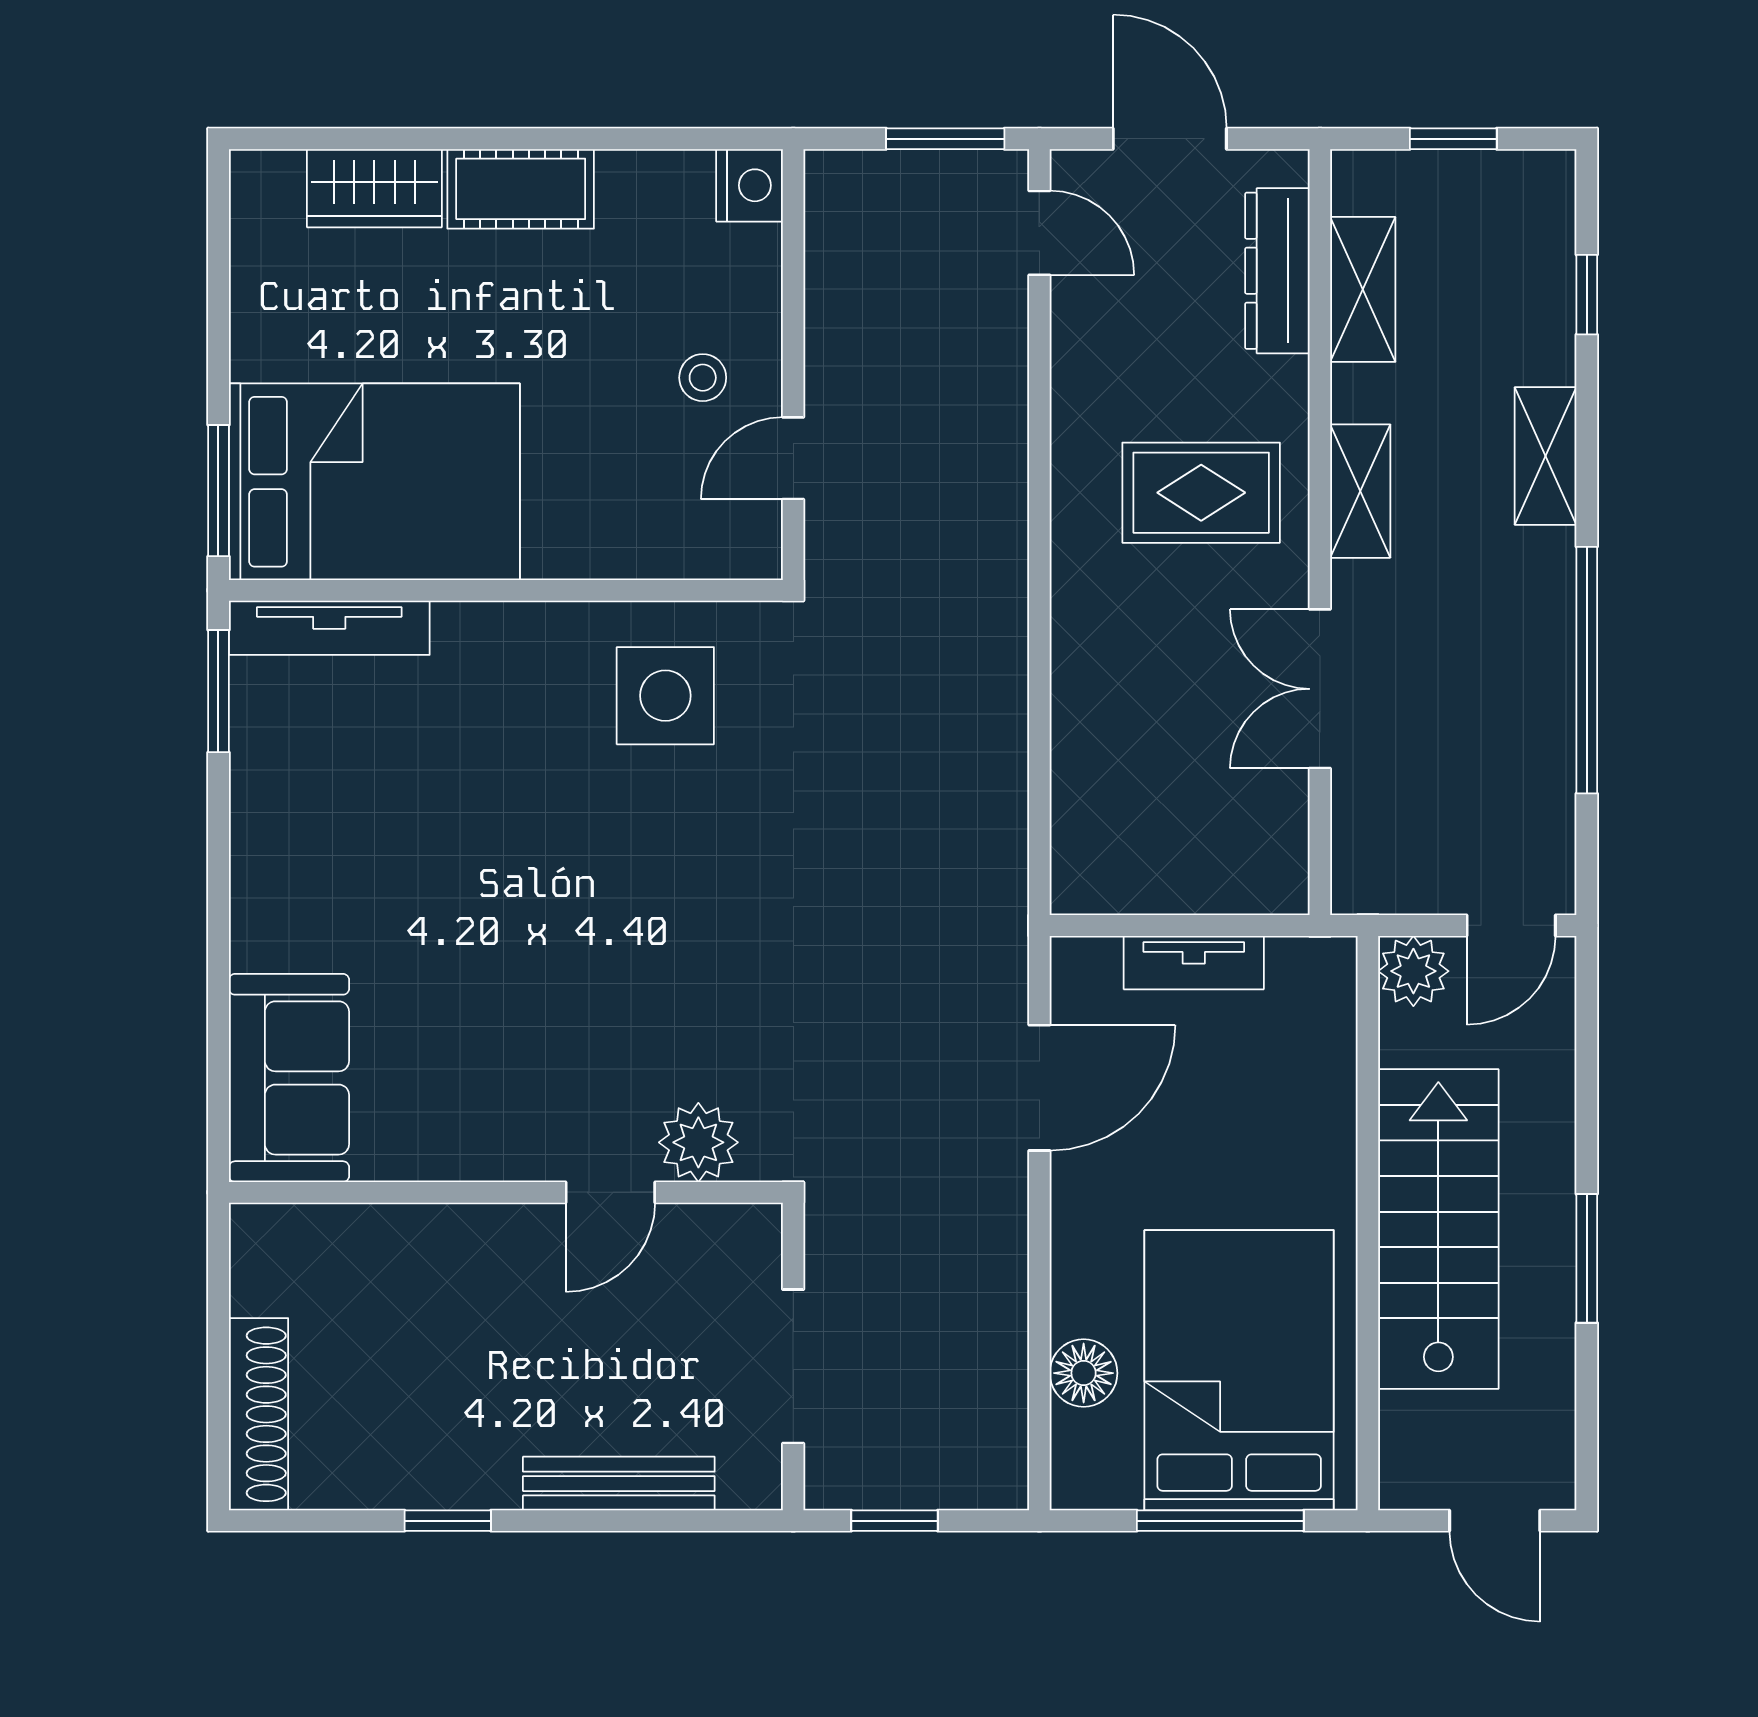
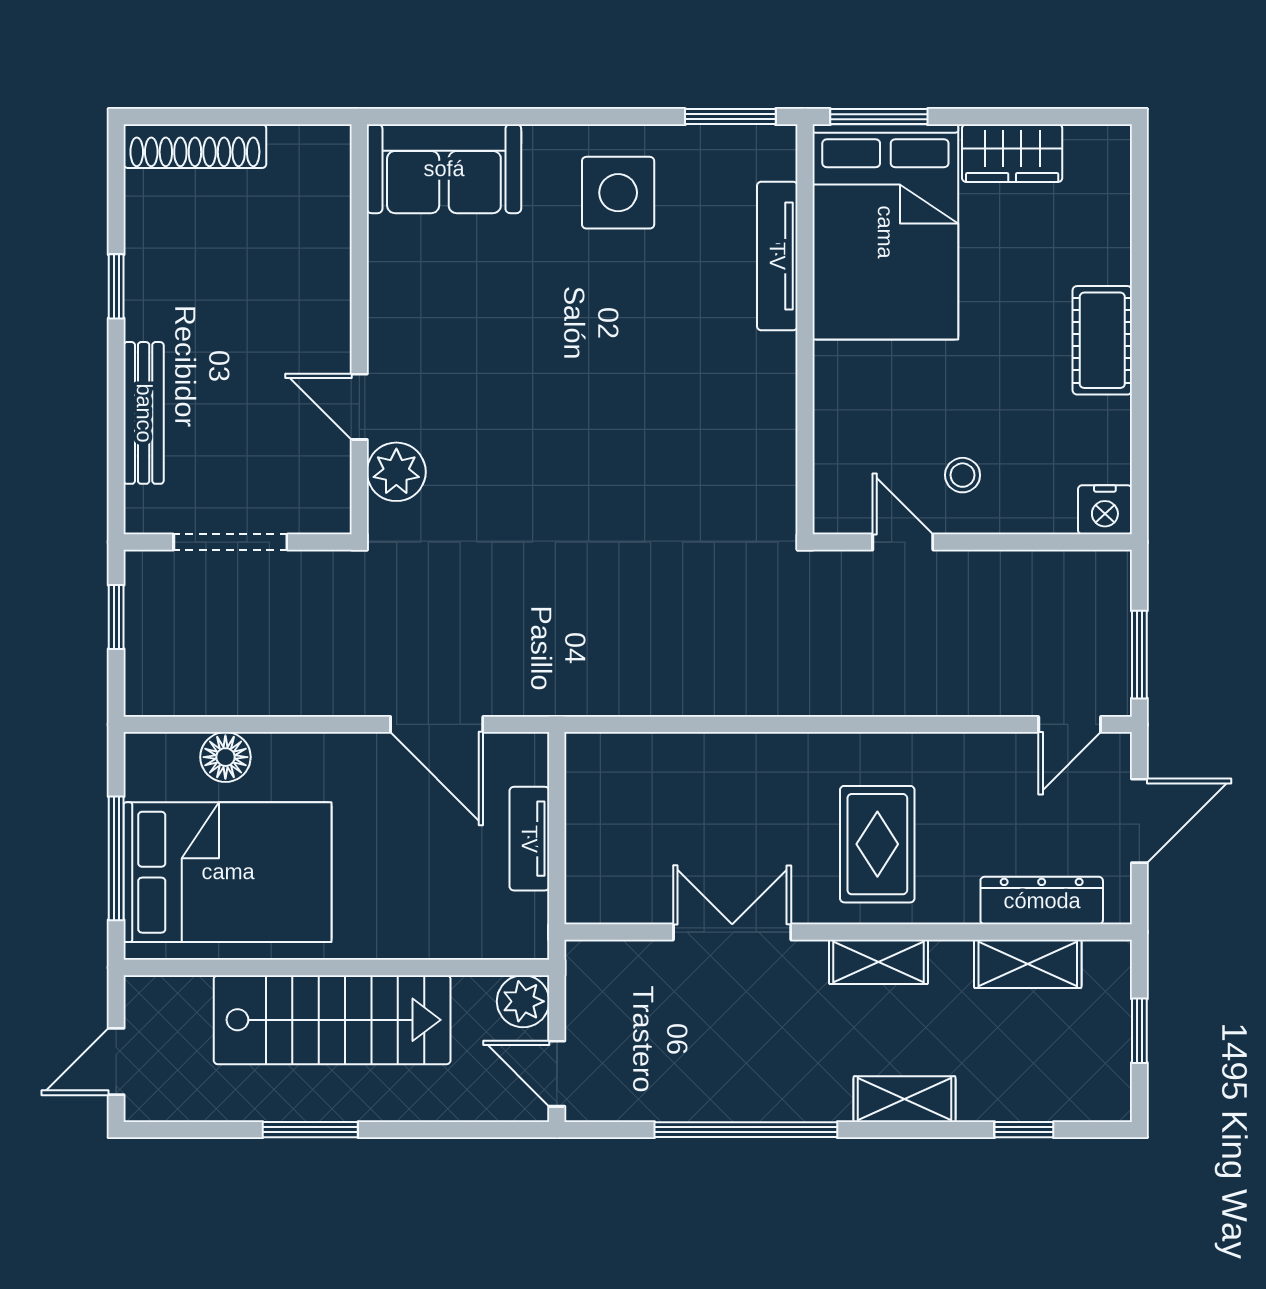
wardrobe: (374, 188) -> (1012, 153), moved, turned -90
tv unit: (329, 628) -> (777, 256), moved
side table: (665, 696) -> (618, 193), moved

